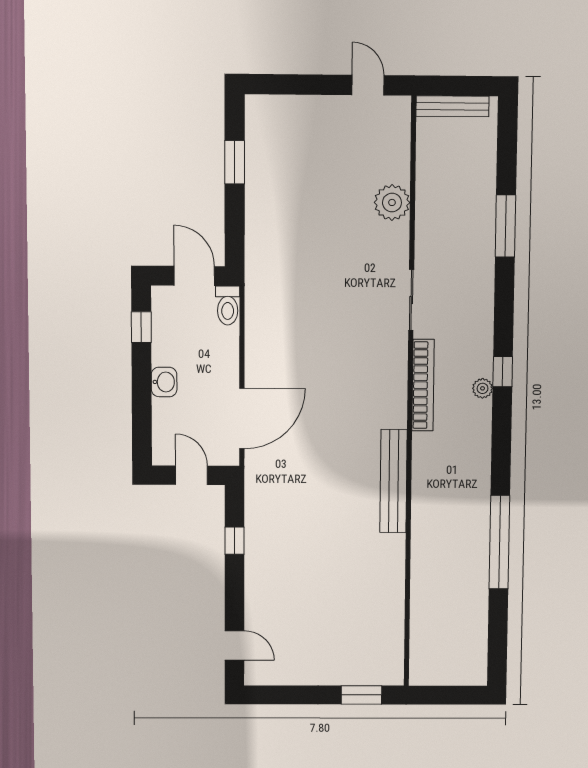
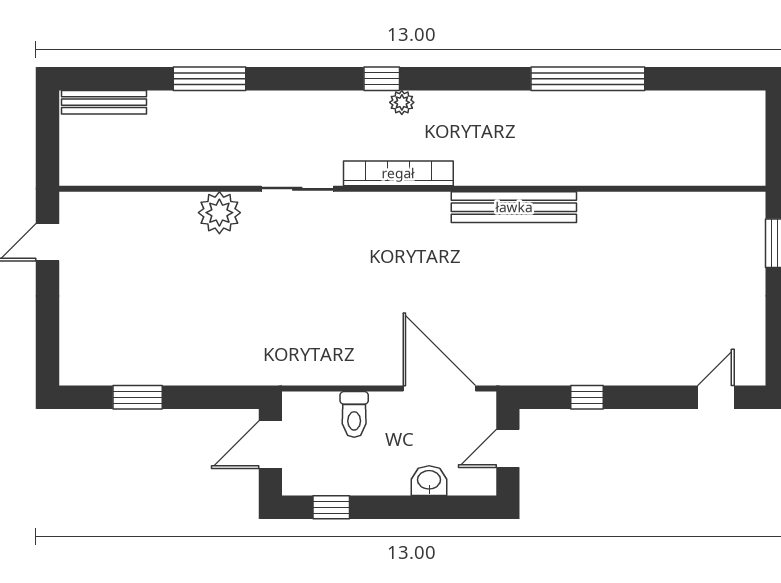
bench: (452, 106) -> (104, 102), moved, turned 90
plant: (392, 202) -> (219, 213), moved
toilet: (228, 306) -> (354, 414), moved, turned 90
washbasin: (164, 382) -> (429, 481), moved

